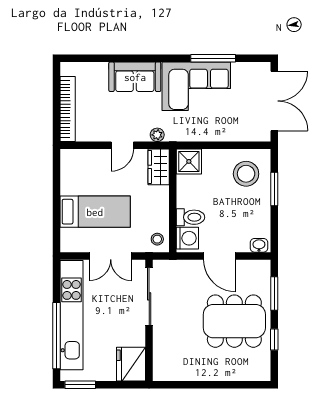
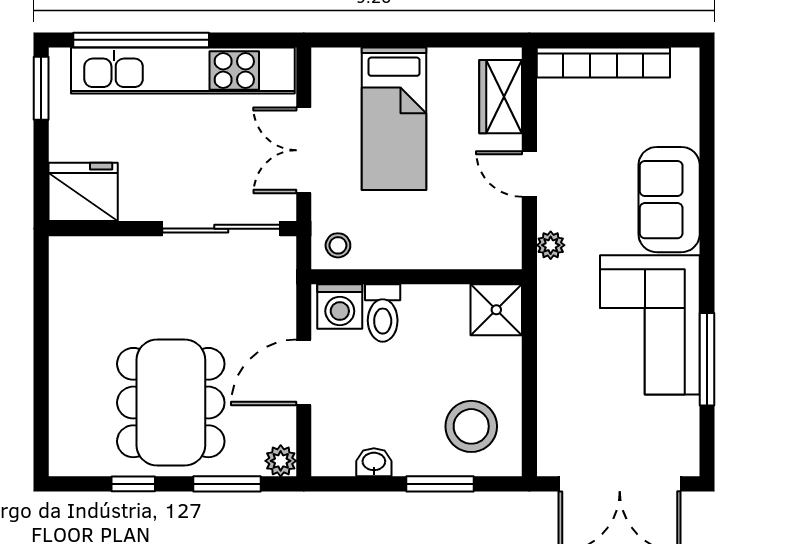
wardrobe: (159, 167) -> (501, 97), moved, turned -90
washbasin: (259, 245) -> (374, 462), moved, turned -90
plant: (263, 267) -> (281, 461), added

